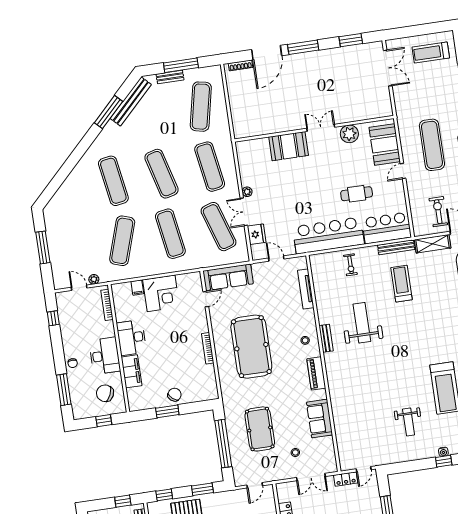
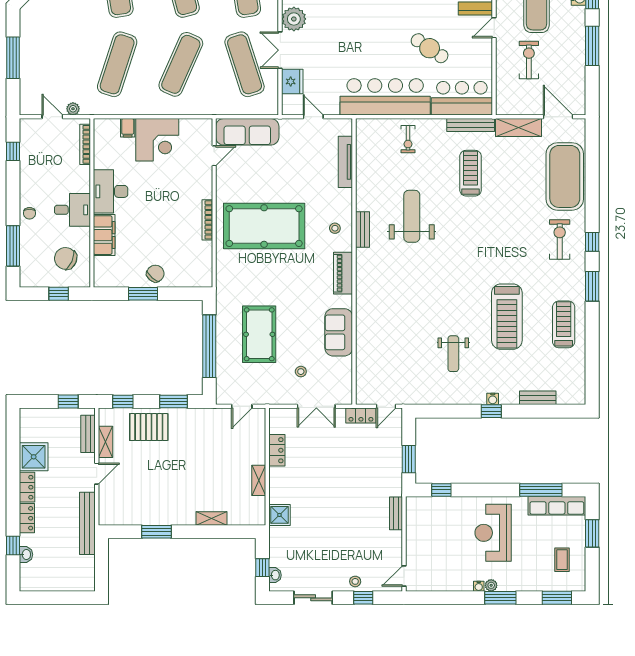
plant: (247, 192) -> (294, 19), width x1.88, depth x1.88
cafe table: (357, 194) -> (430, 48), turned 34
exercise bike: (438, 212) -> (529, 60), moved
exercise mat: (170, 234) -> (181, 64), turned 33
pool table: (251, 347) -> (264, 226), turned 90
desk: (105, 356) -> (72, 210), width x0.73

